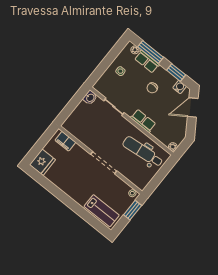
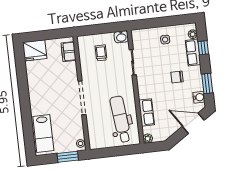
window: (151, 52) -> (203, 48), width x0.46
trolley: (87, 121) -> (101, 53), added
row of seats: (143, 121) -> (147, 112), moved

